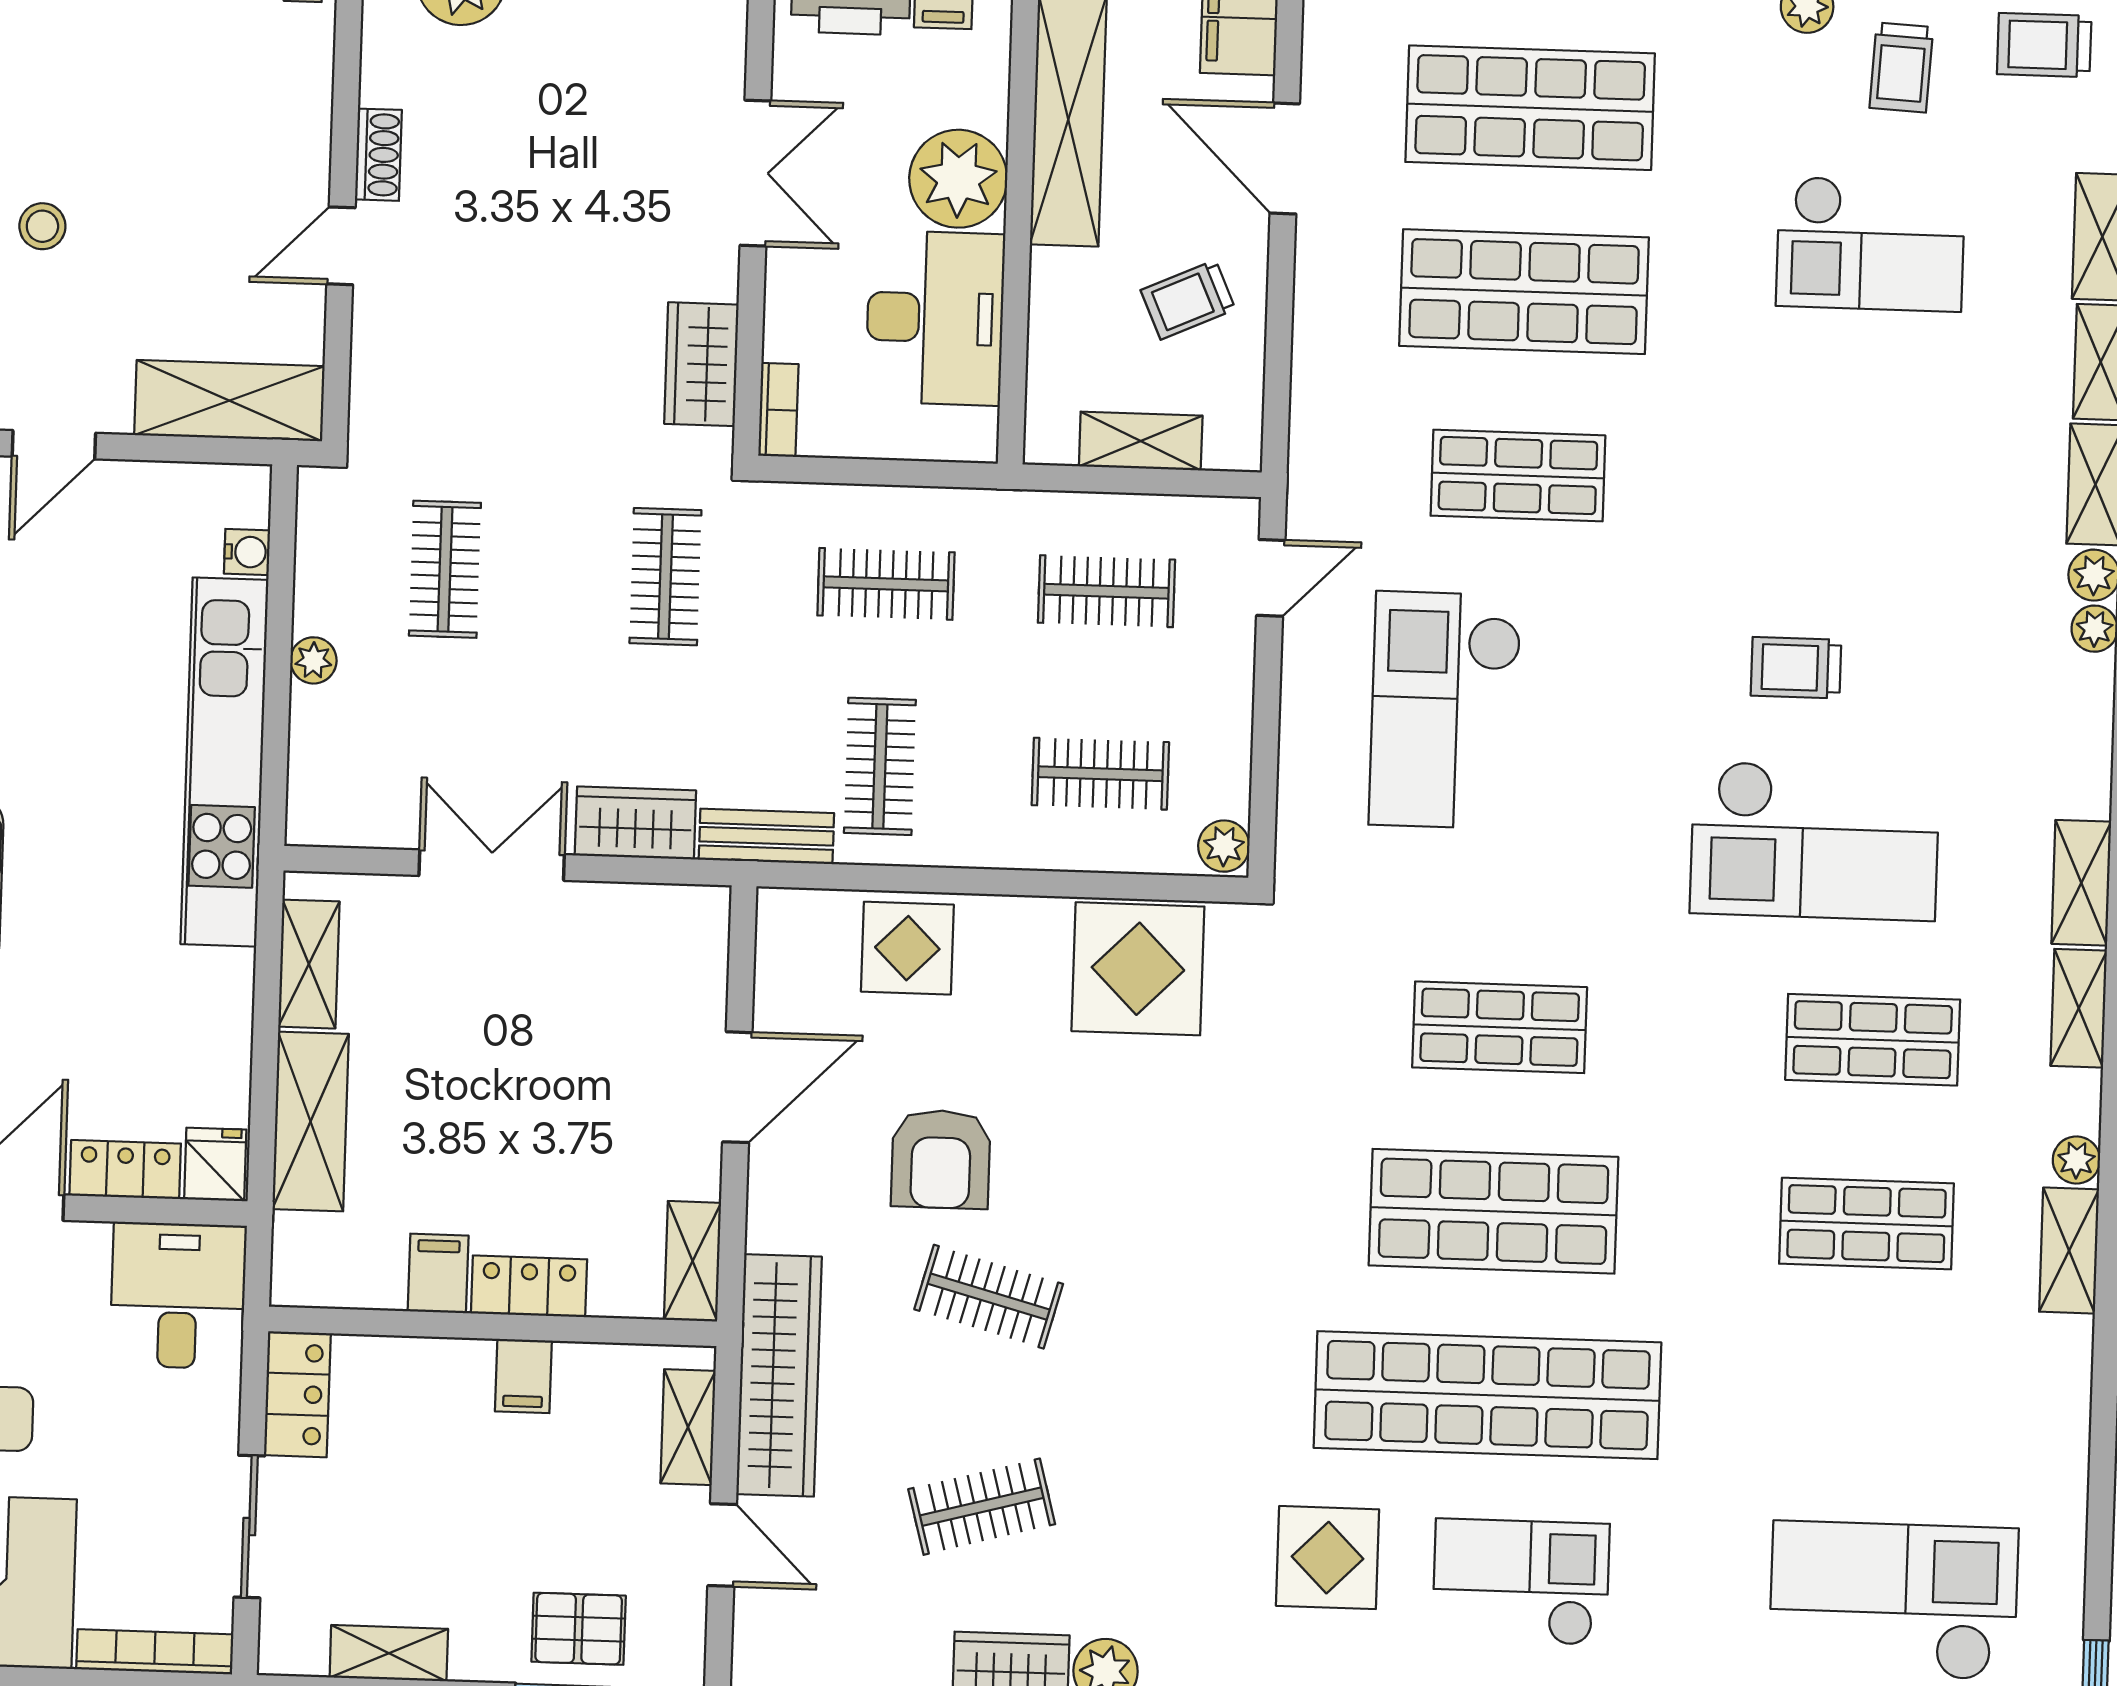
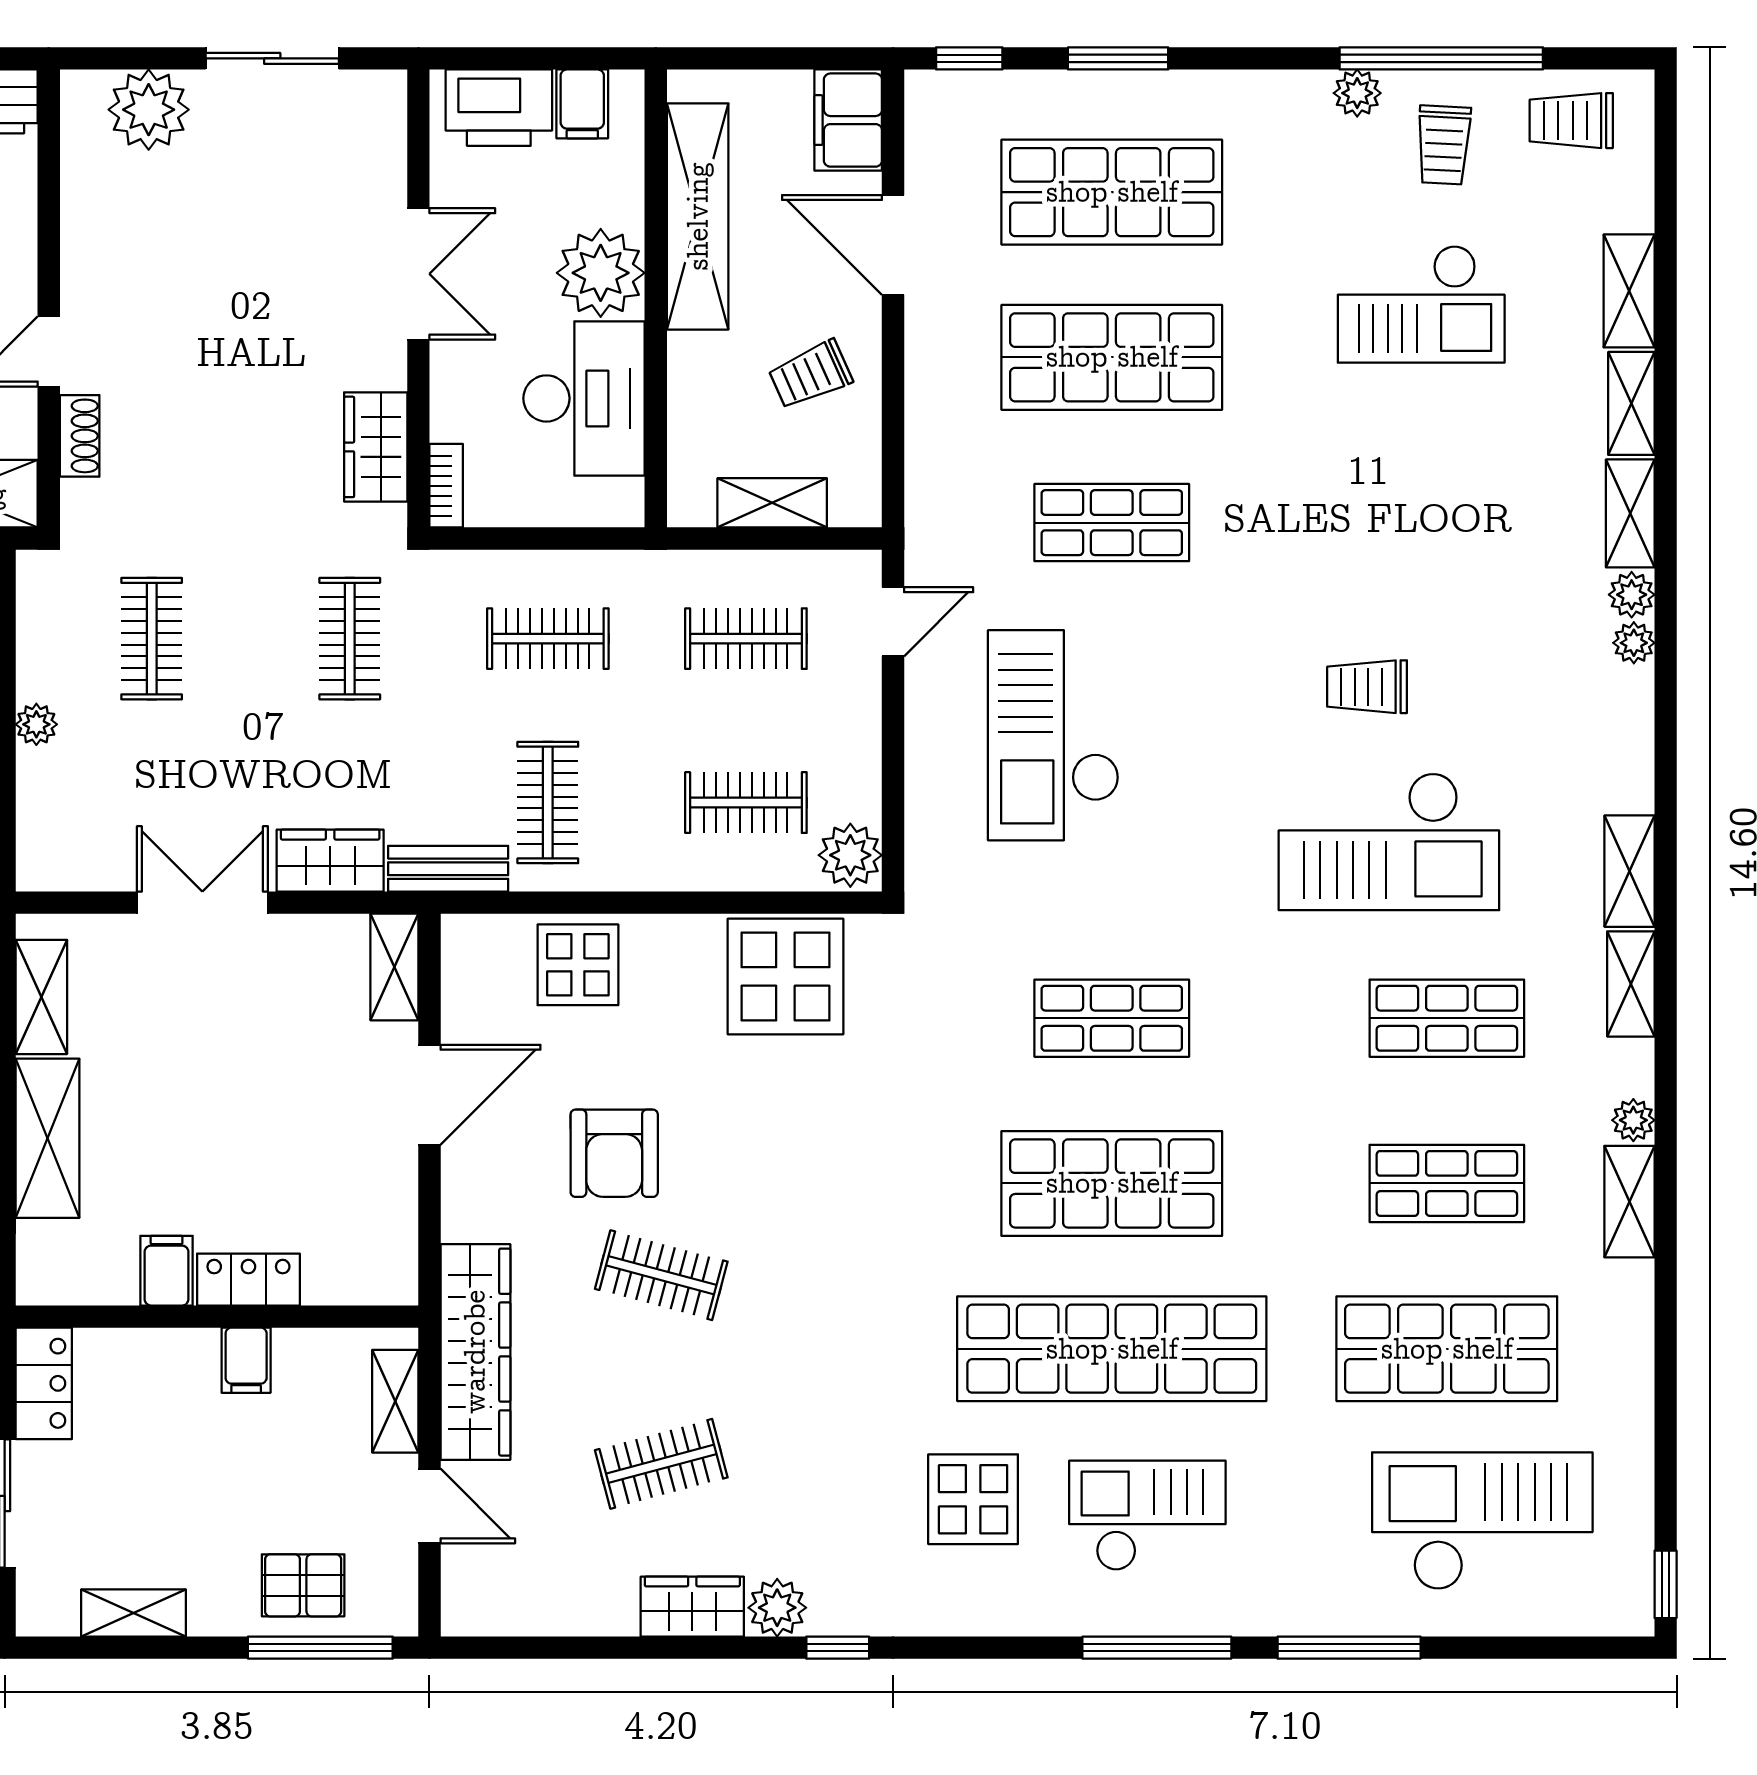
shoe rack: (378, 155) -> (80, 436), moved
plant: (1224, 846) -> (850, 855), width x1.38, depth x1.38
shelving: (693, 1261) -> (394, 967), moved
shop shelf: (1860, 1408) -> (1447, 1349), added

